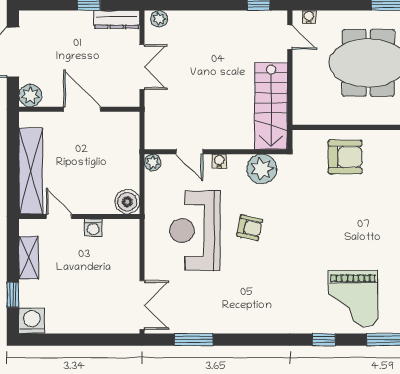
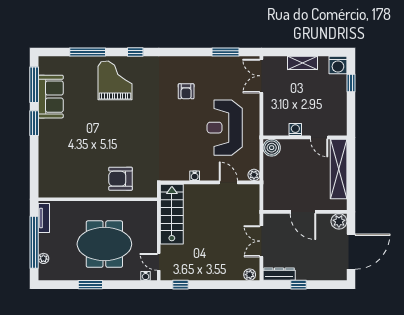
water cooler: (219, 161) -> (195, 176), moved
plant: (262, 169) -> (178, 170), removed
armchair: (250, 228) -> (186, 91), moved, turned -102
reception desk: (195, 231) -> (225, 128), turned 180
shelving: (29, 258) -> (303, 63), moved, turned 90

